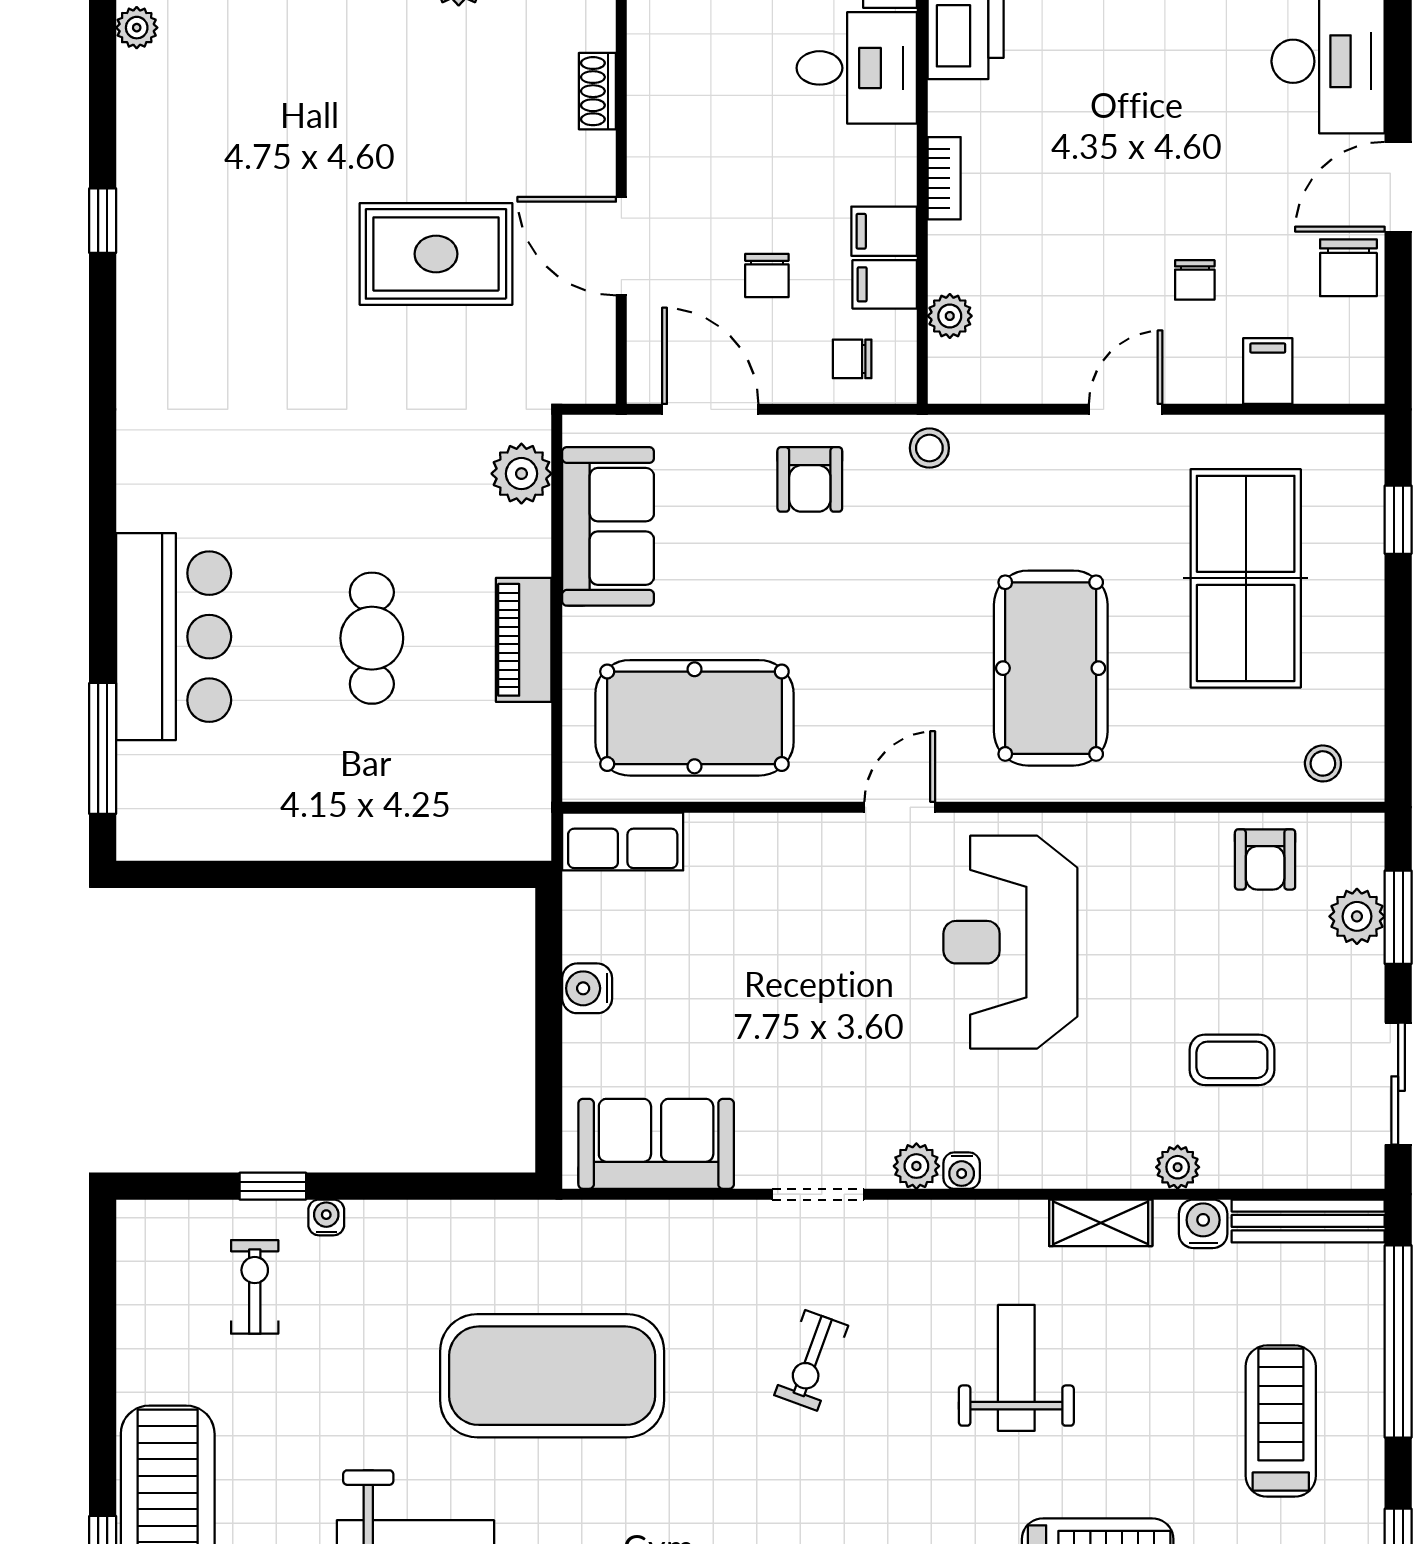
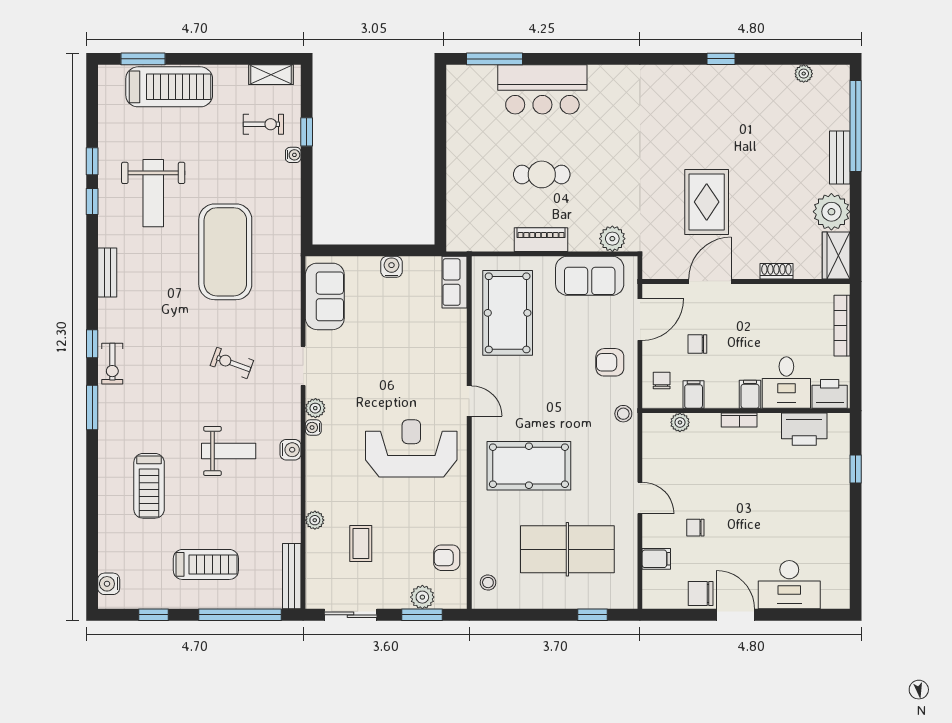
filing cabinet: (884, 231) -> (750, 394), moved
shelving: (1101, 1223) -> (271, 75), moved, turned 90
water cooler: (1203, 1224) -> (290, 450), moved

